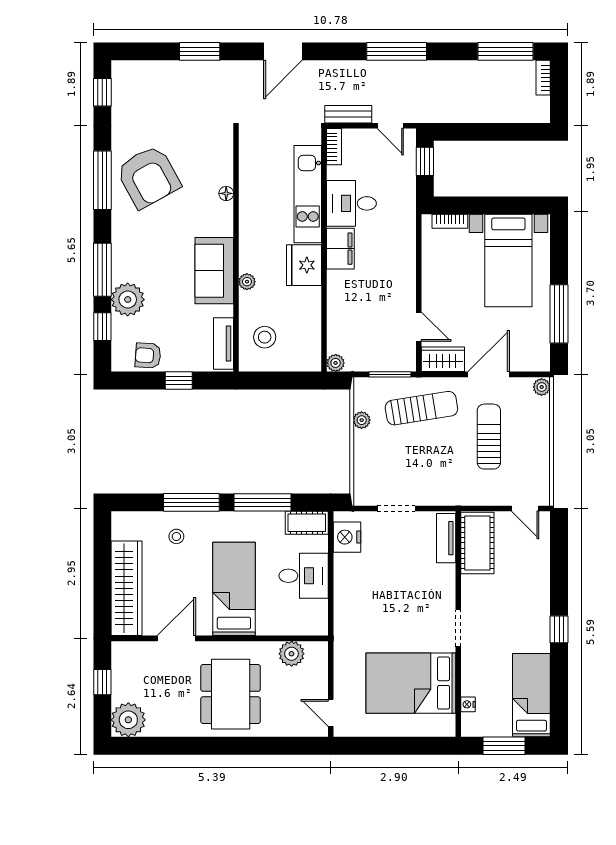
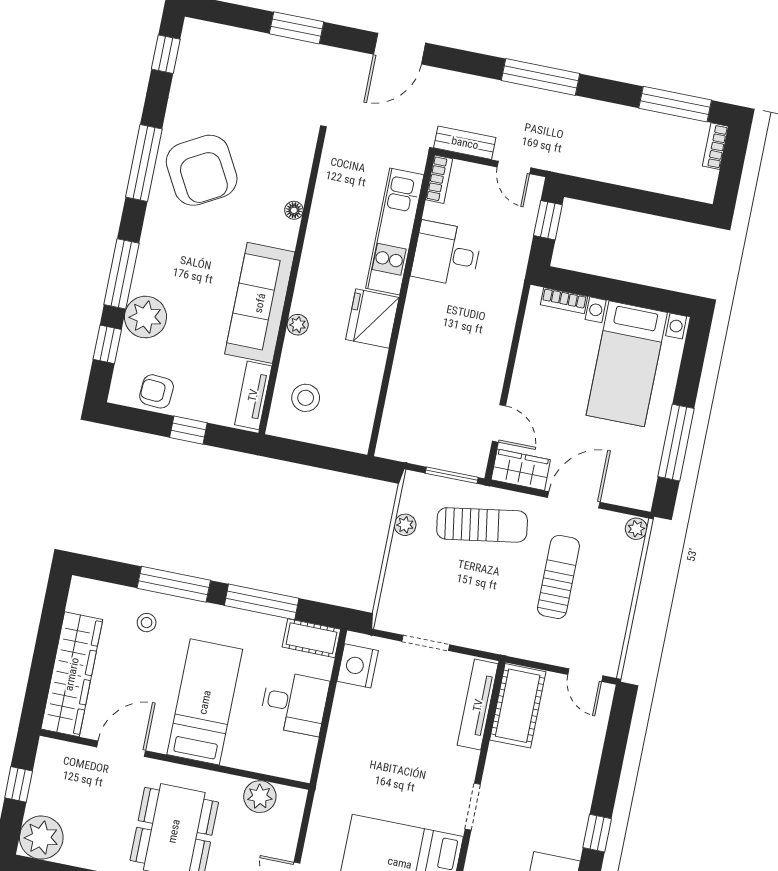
filing cabinet: (340, 249) -> (422, 307), removed
sofa: (214, 271) -> (260, 303), width x1.36
plant: (336, 363) -> (387, 447), removed
tv unit: (446, 538) -> (478, 705), width x1.41

